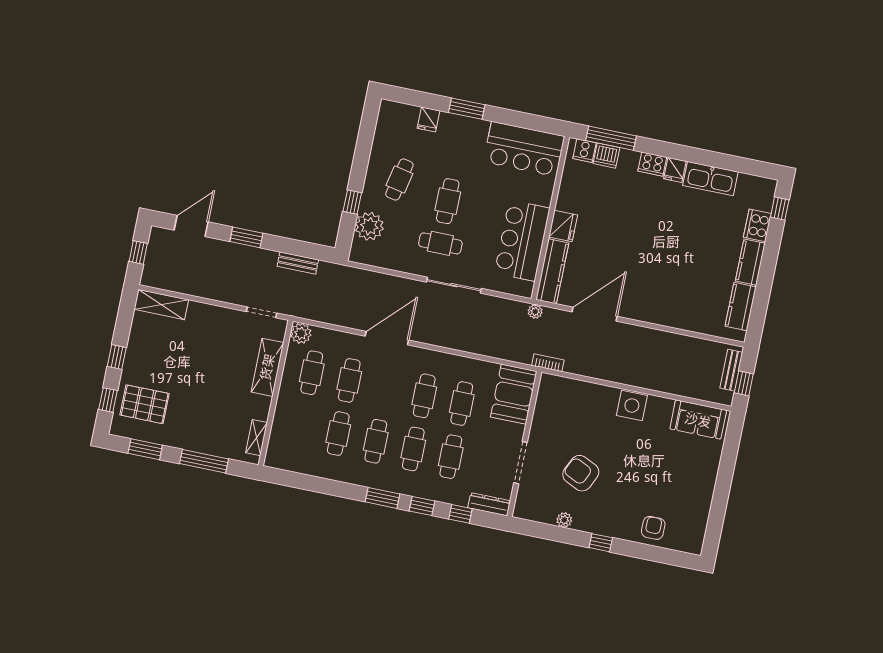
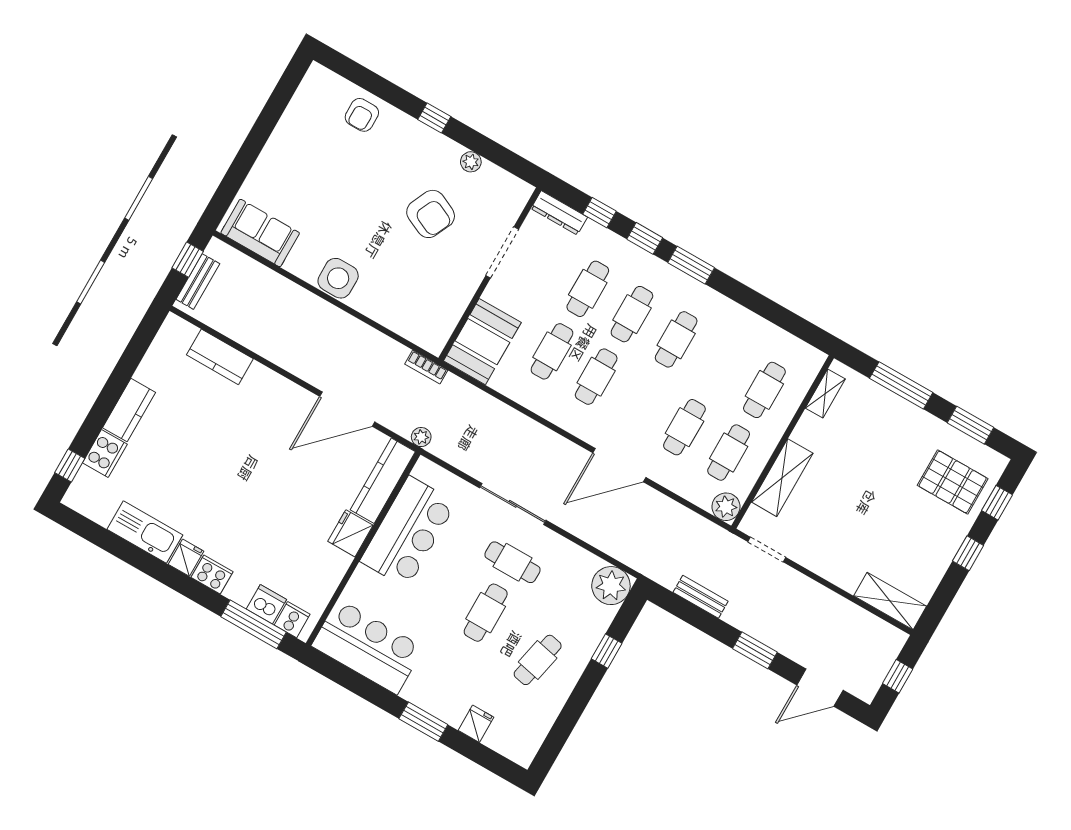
plant: (369, 226) -> (611, 586), moved
kitchen counter: (741, 307) -> (220, 357), moved, turned 90
cafe table: (338, 434) -> (764, 390), moved

